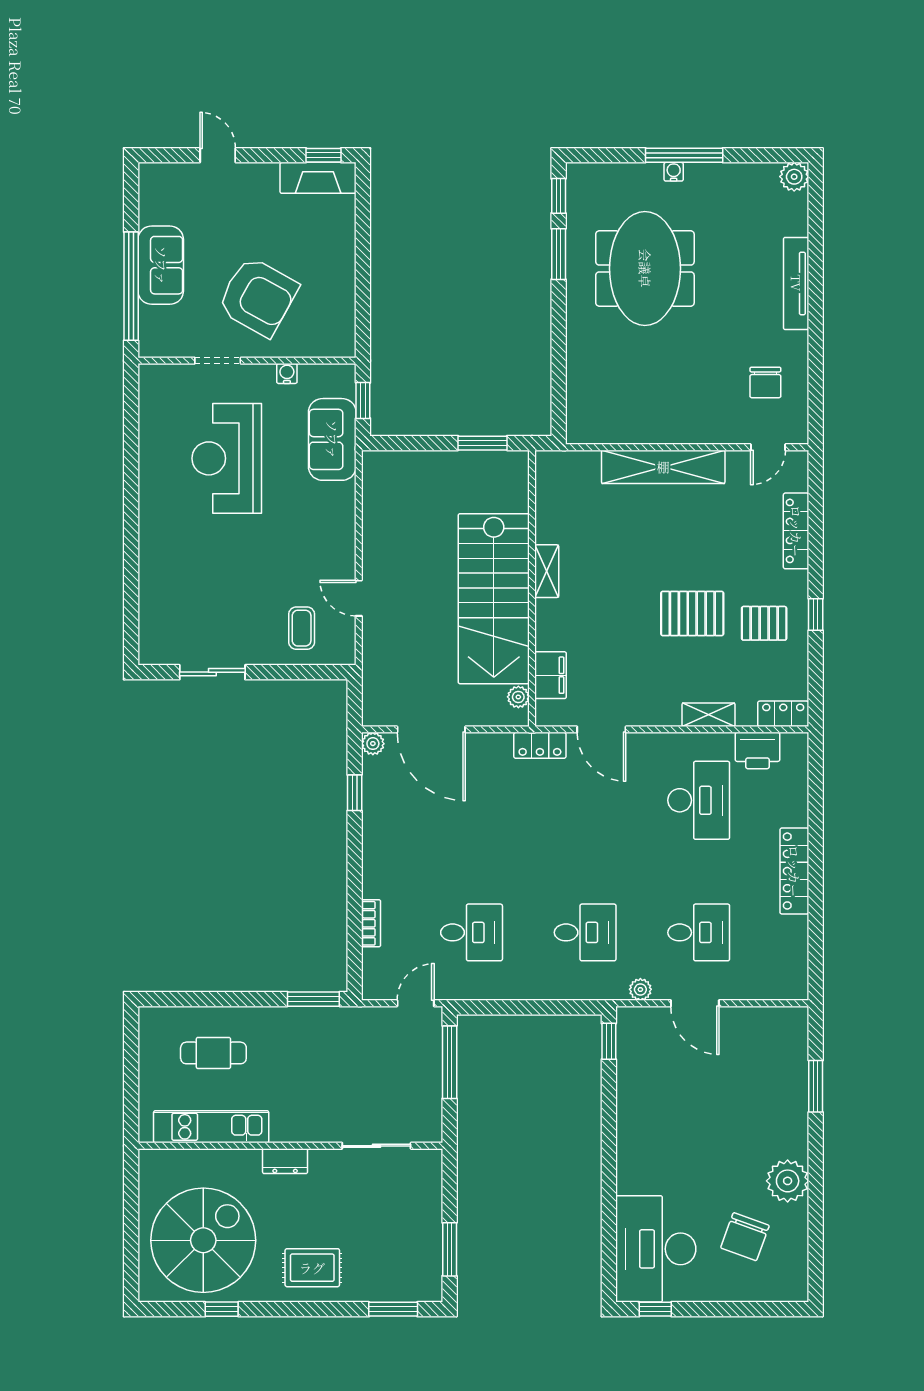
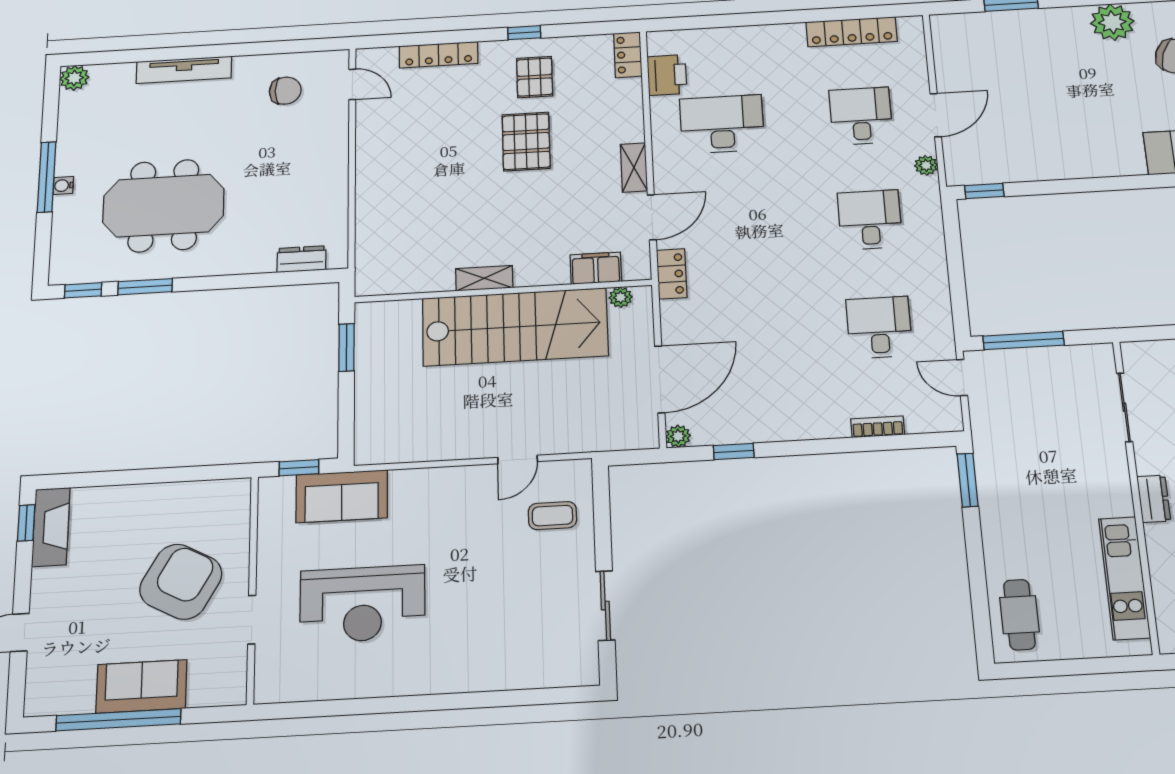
window: (131, 286) -> (118, 720), moved
water cooler: (287, 373) -> (268, 547), removed
dresser: (578, 400) -> (301, 259), added
shelving: (663, 467) -> (372, 177), removed
shelving: (709, 715) -> (634, 167), moved
locker: (794, 871) -> (852, 32), moved
cafe table: (213, 1053) -> (1019, 615), moved

